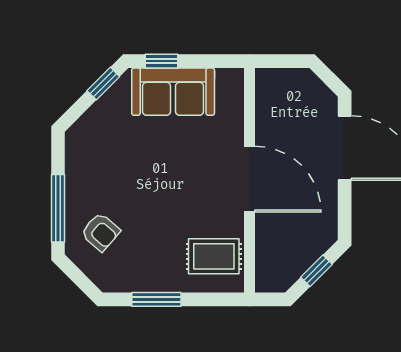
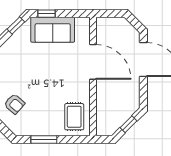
door: (249, 179) -> (93, 62), moved
rug: (214, 256) -> (74, 117), turned 90

